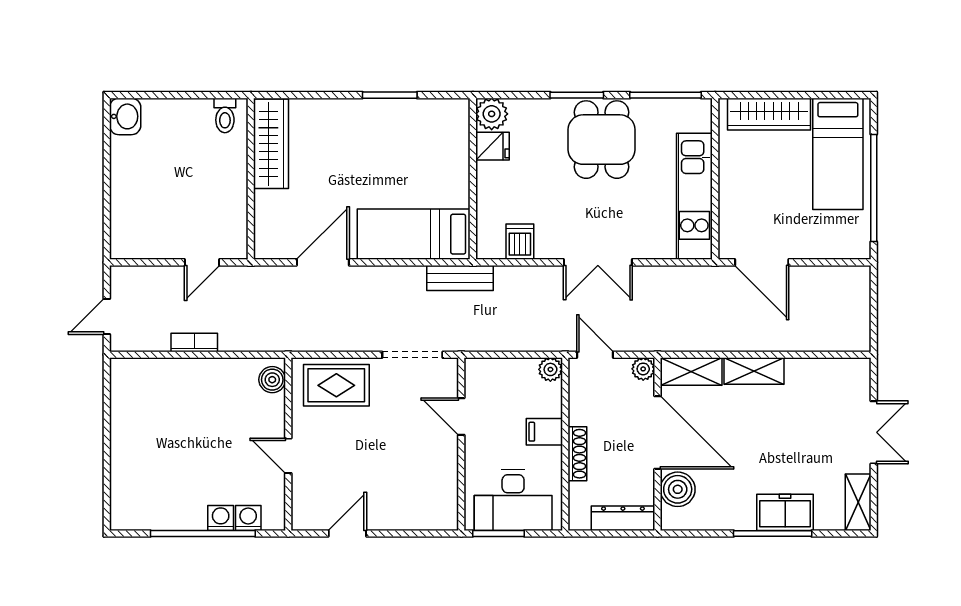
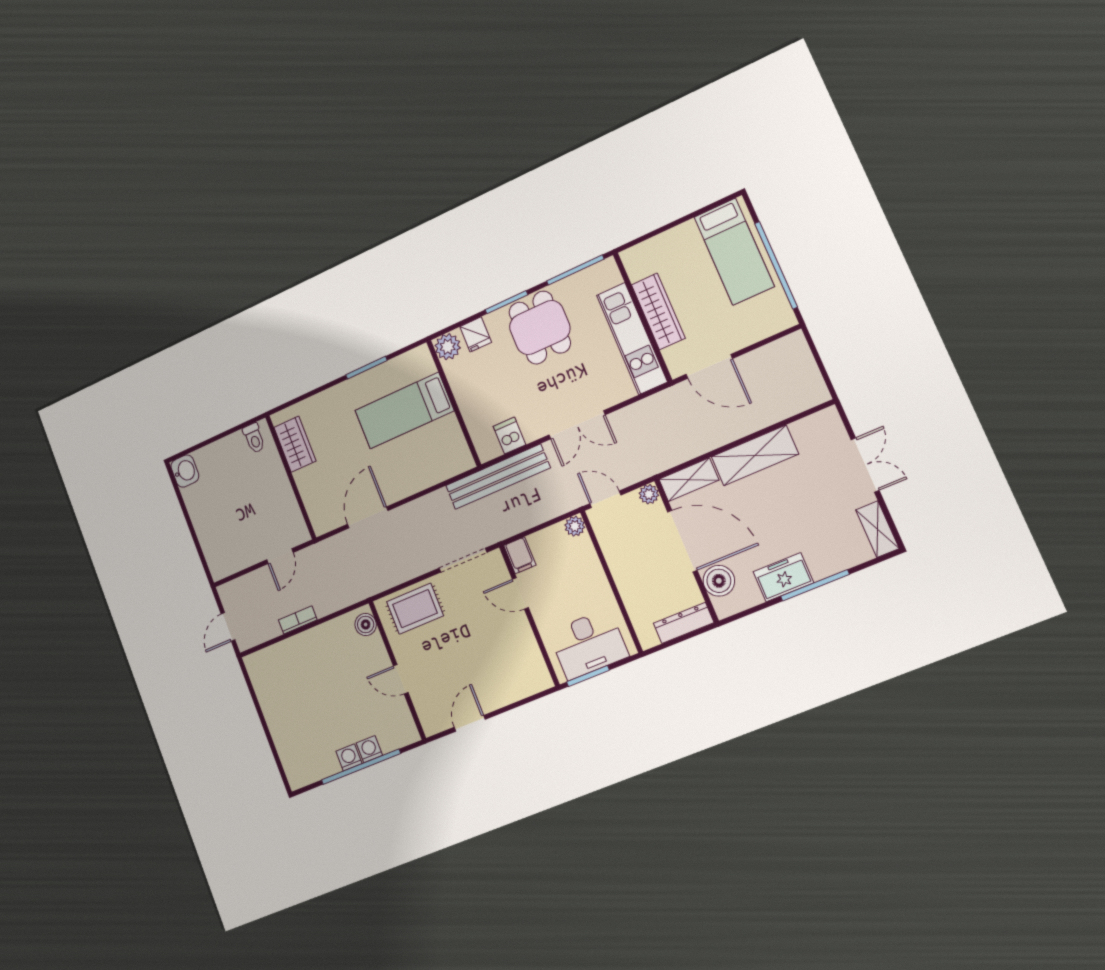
wardrobe: (769, 114) -> (658, 311), moved, turned -90
wardrobe: (271, 144) -> (295, 444), width x0.67
fridge: (492, 146) -> (476, 334), moved, turned 90
bed: (414, 234) -> (404, 411), moved
bench: (460, 278) -> (498, 477), width x1.86, depth x1.21
shelving: (754, 371) -> (755, 455), width x1.50, depth x1.33
filing cabinet: (544, 432) -> (520, 555), moved, turned -90
shoe rack: (577, 454) -> (624, 585), removed
freezer: (785, 512) -> (783, 577), moved
washing machine: (248, 518) -> (349, 757), moved

